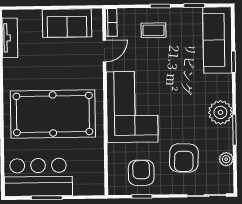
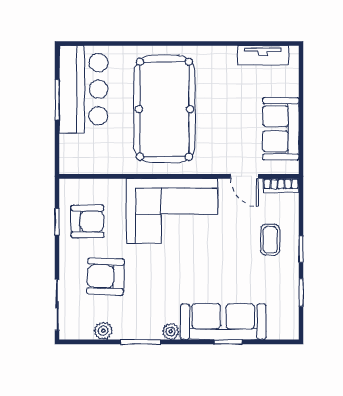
sofa: (217, 40) -> (223, 322), moved
plant: (220, 112) -> (171, 331), width x0.53, depth x0.53

